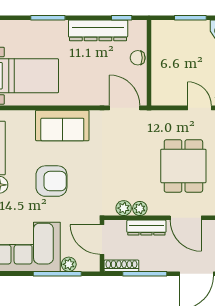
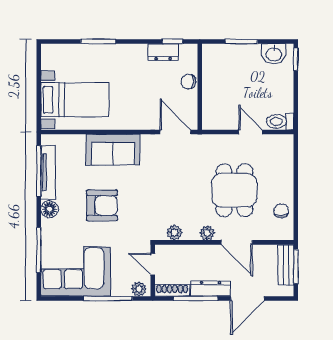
dresser: (98, 30) -> (163, 52), width x0.51, depth x0.80
plant: (140, 208) -> (207, 233), moved
dresser: (146, 228) -> (211, 289), moved, turned 180
door: (102, 239) -> (153, 264), width x0.73
plant: (69, 264) -> (139, 289), moved

